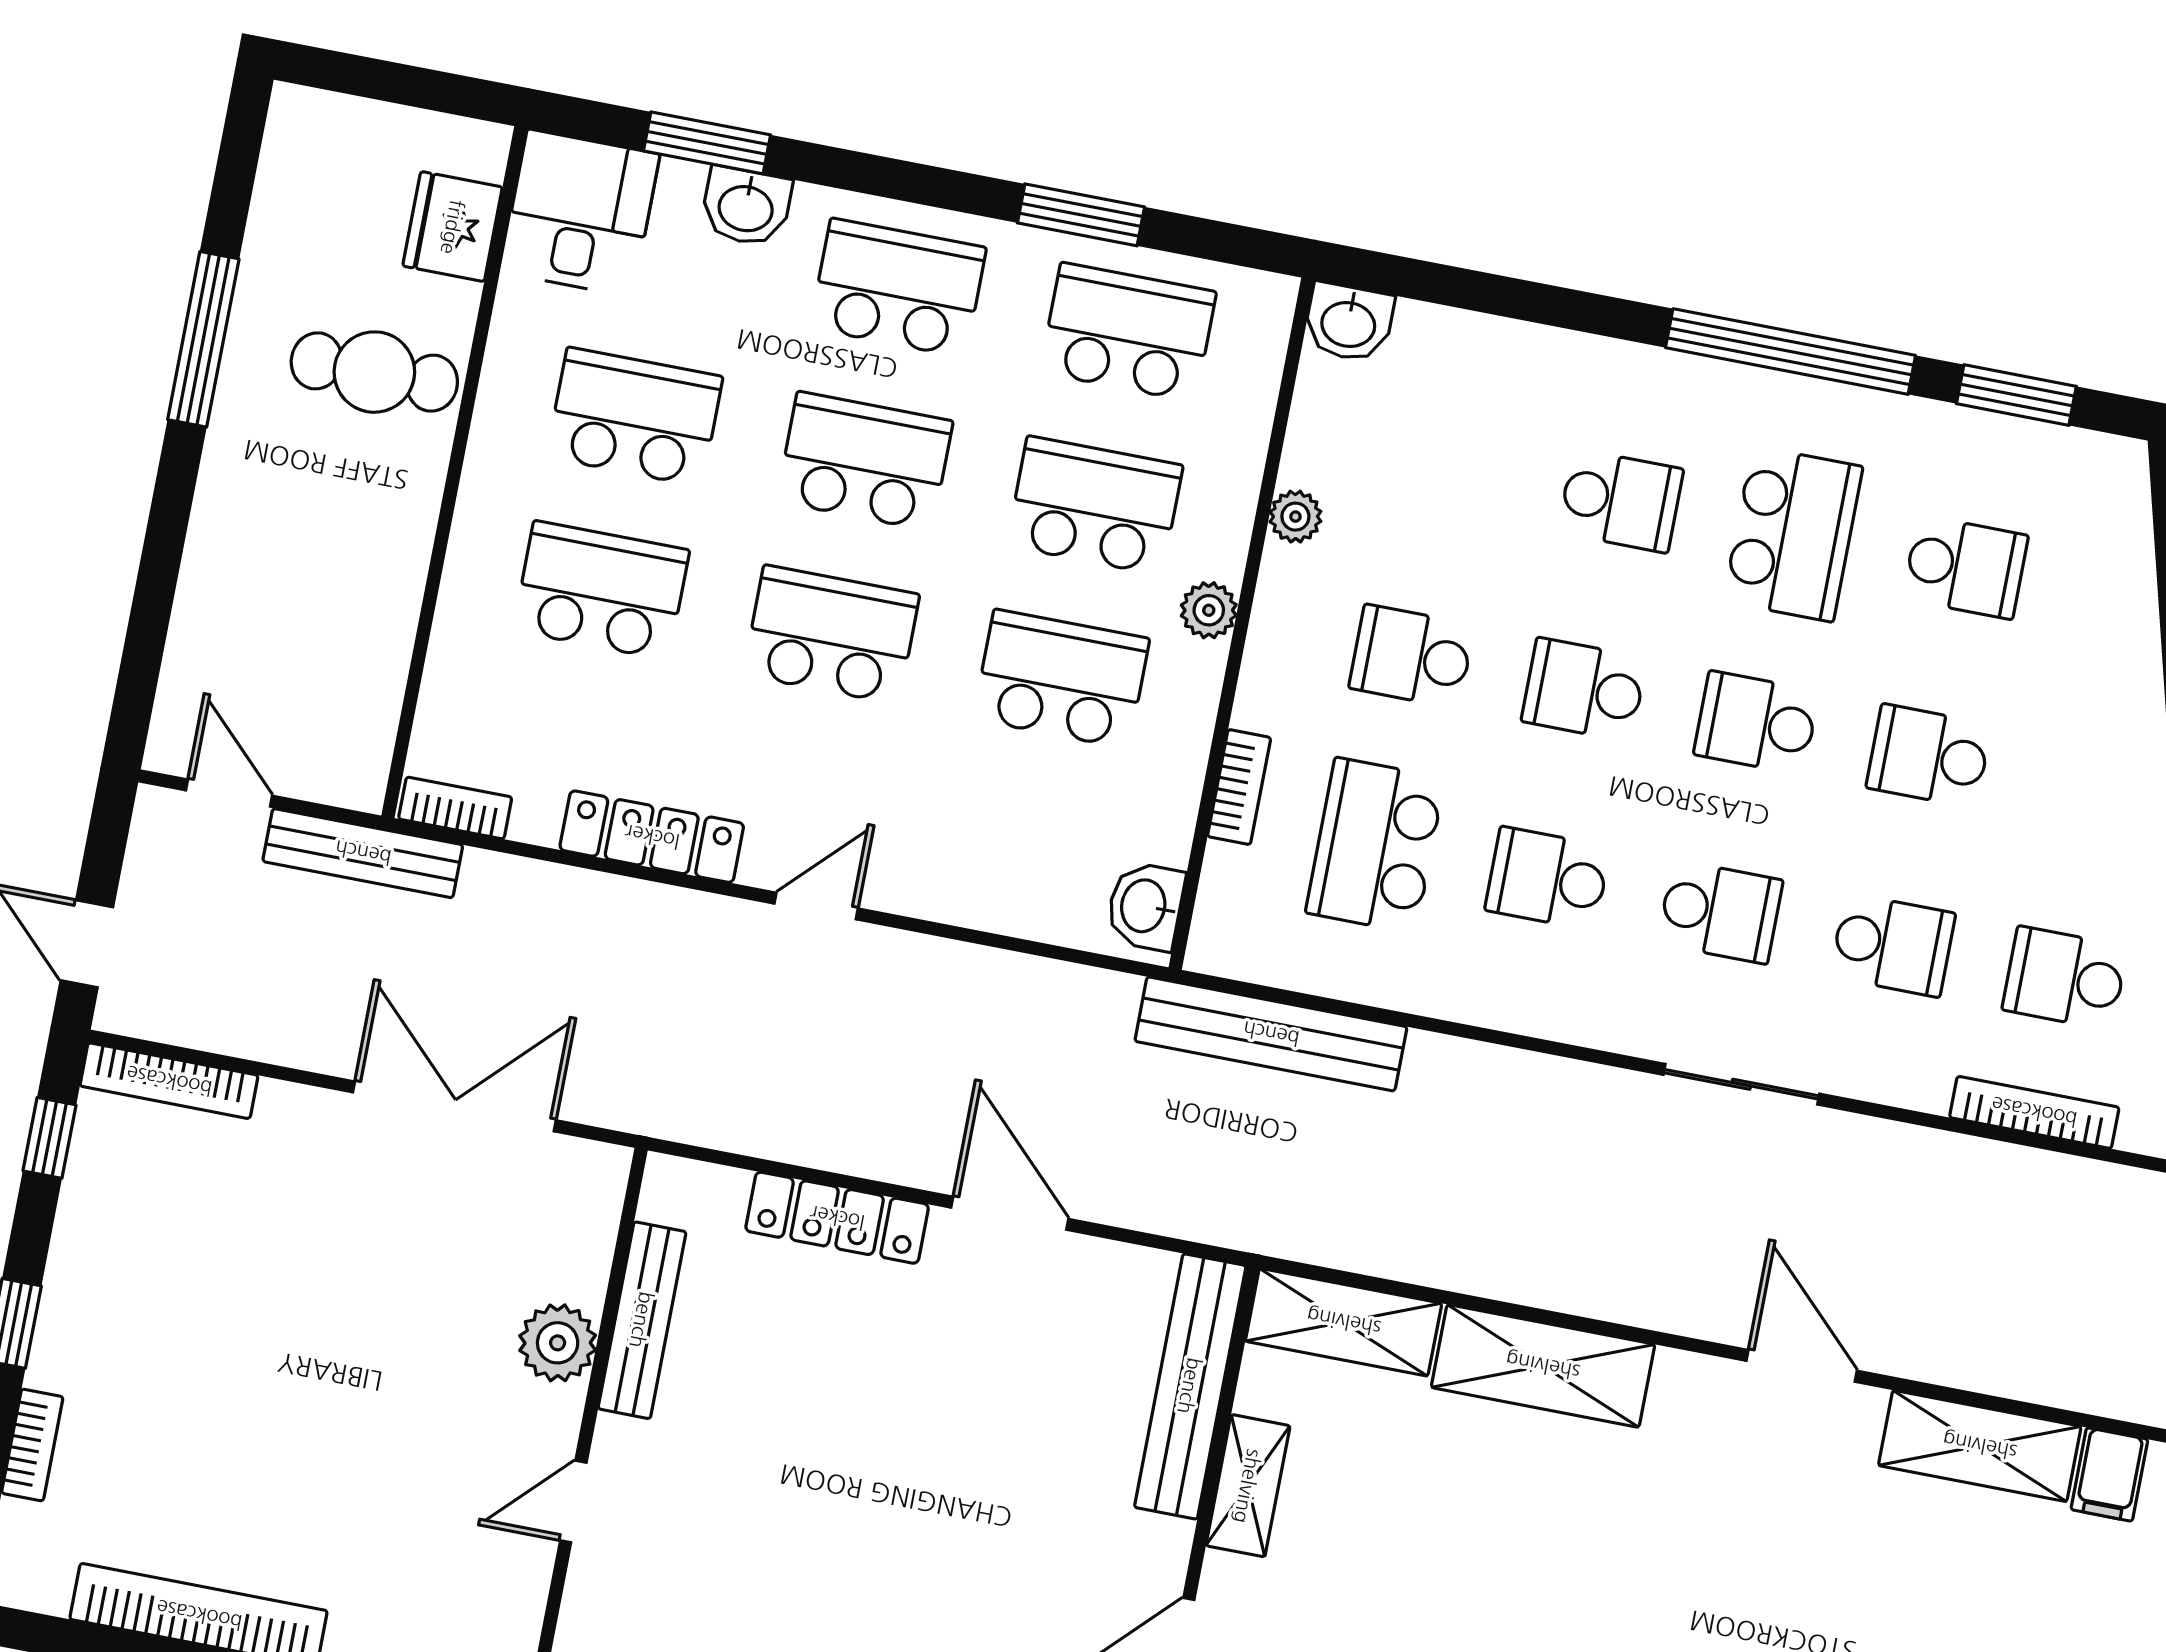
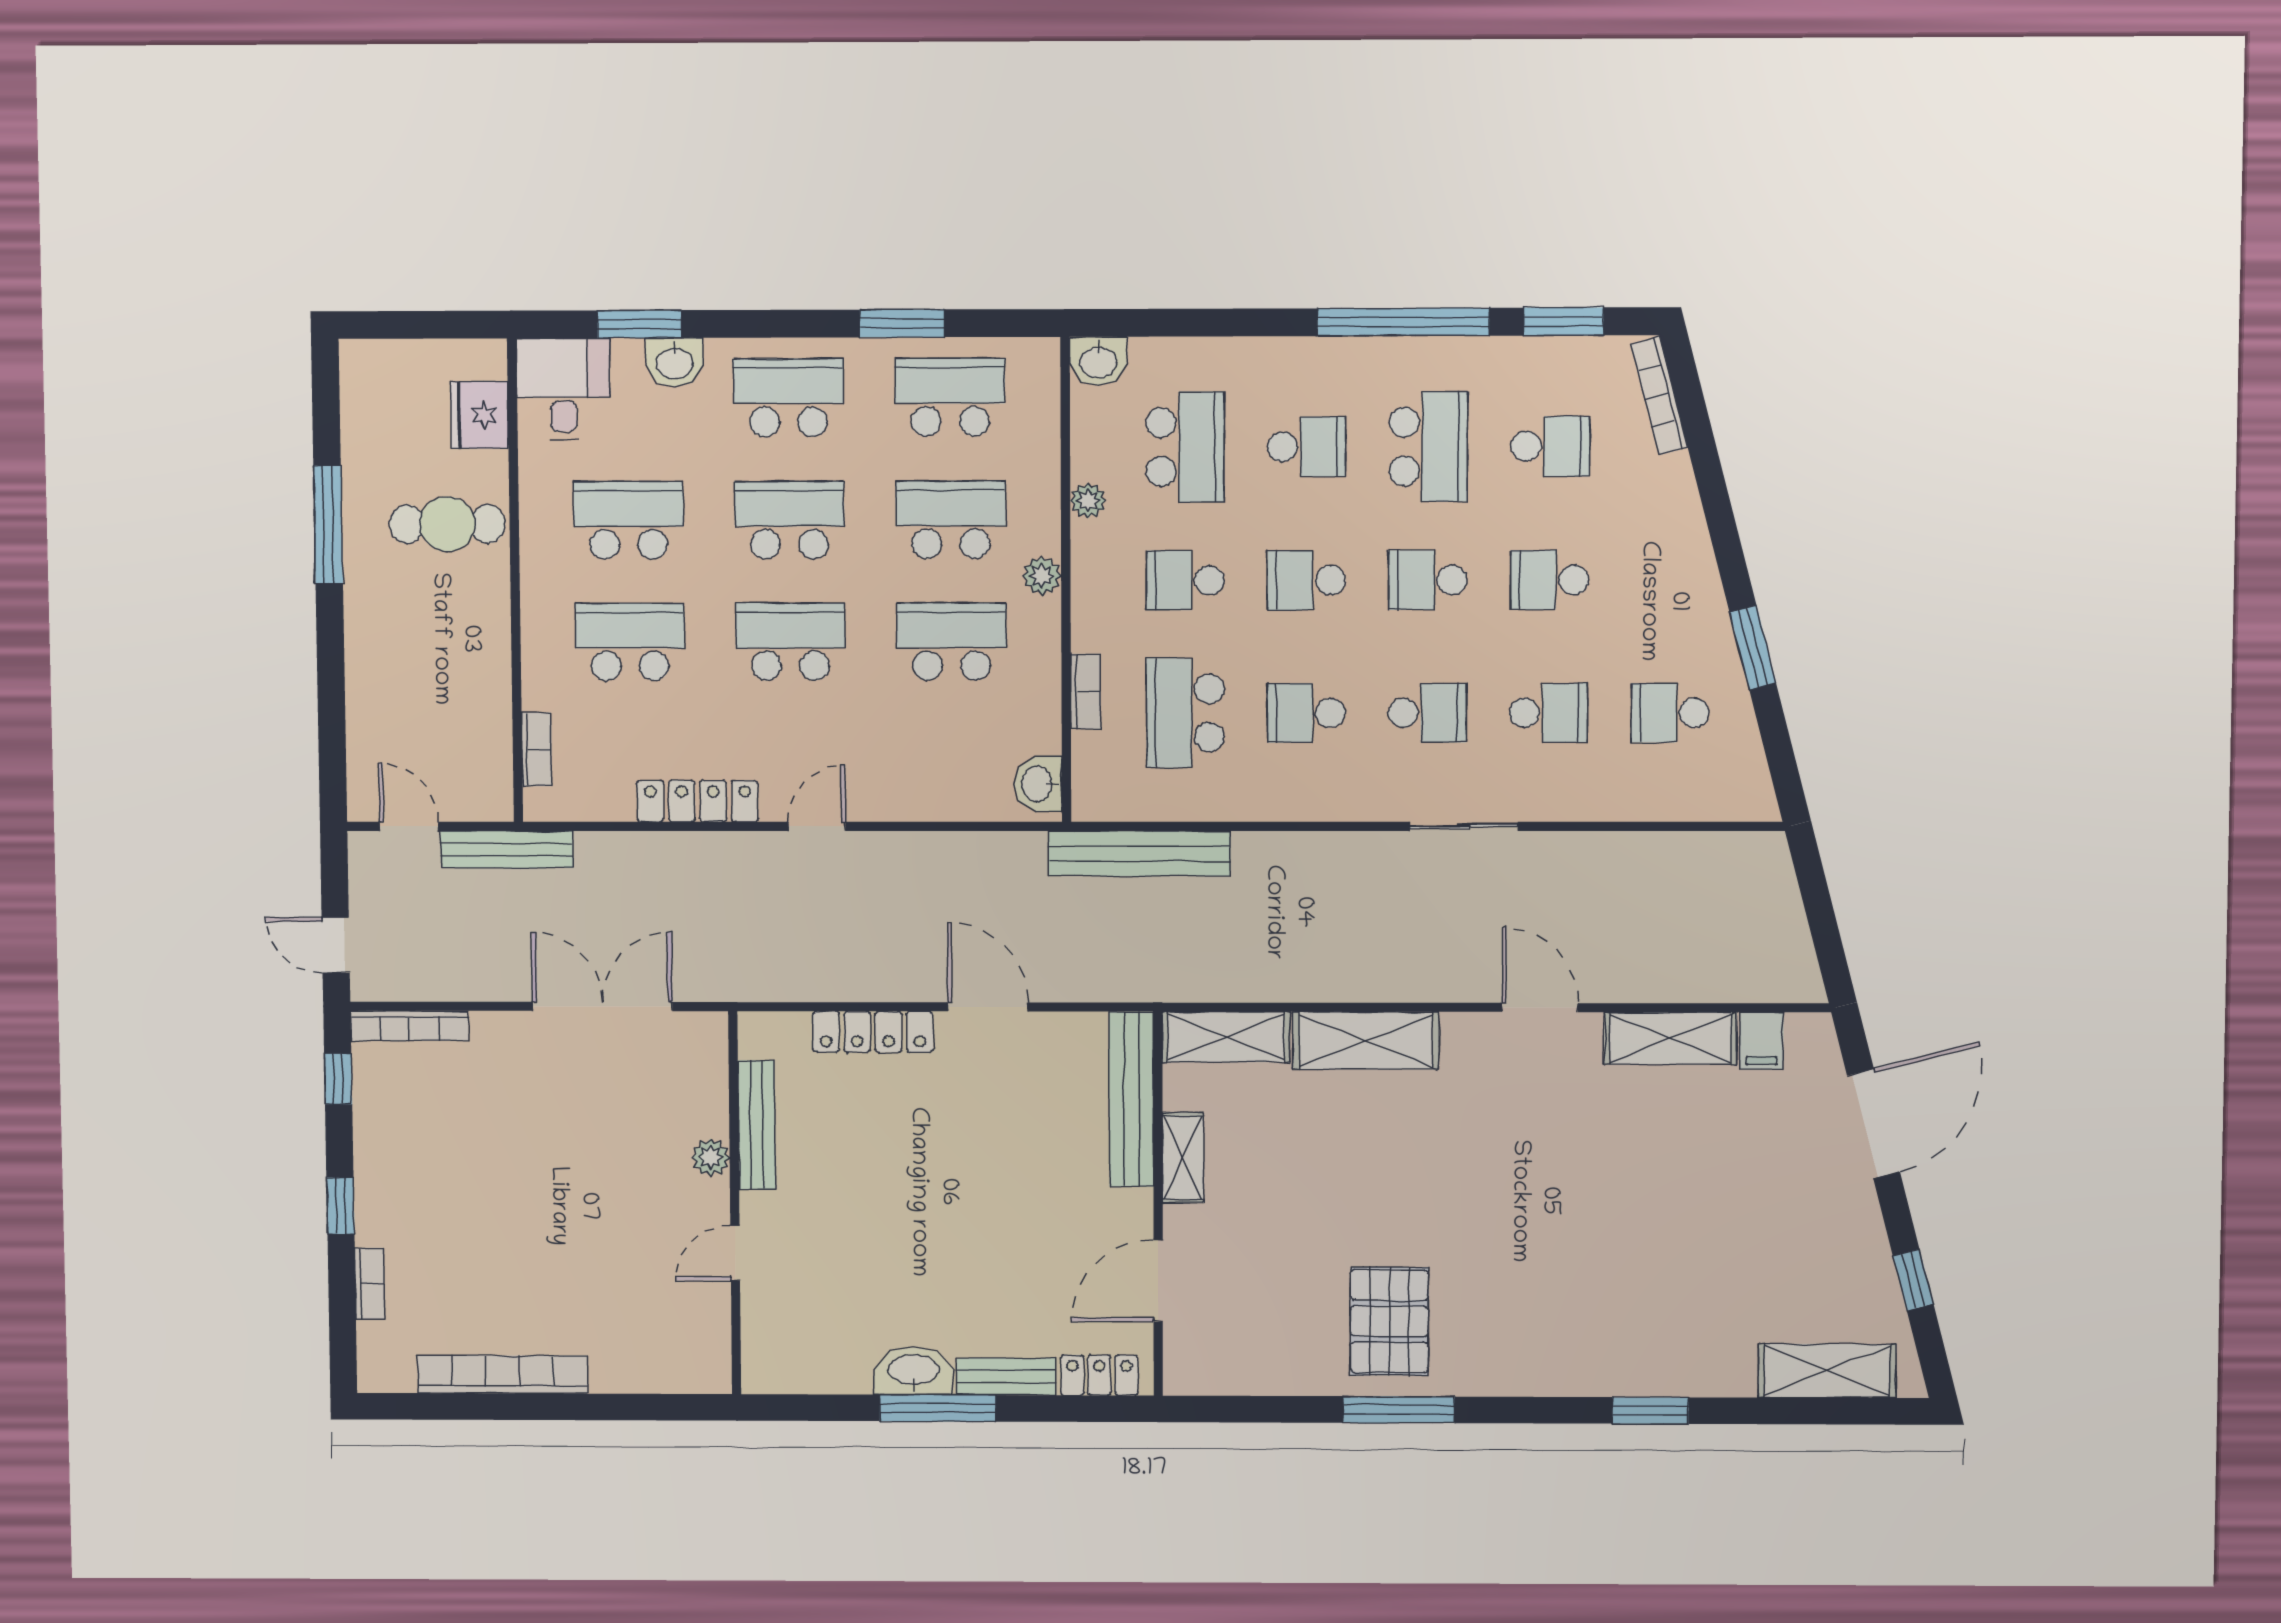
school desk: (1448, 467) -> (1185, 447), added
bookcase: (455, 808) -> (537, 749), moved, turned 90
bookcase: (2034, 1112) -> (1659, 396), moved, turned -105
plant: (558, 1343) -> (711, 1157), width x0.73, depth x0.73

